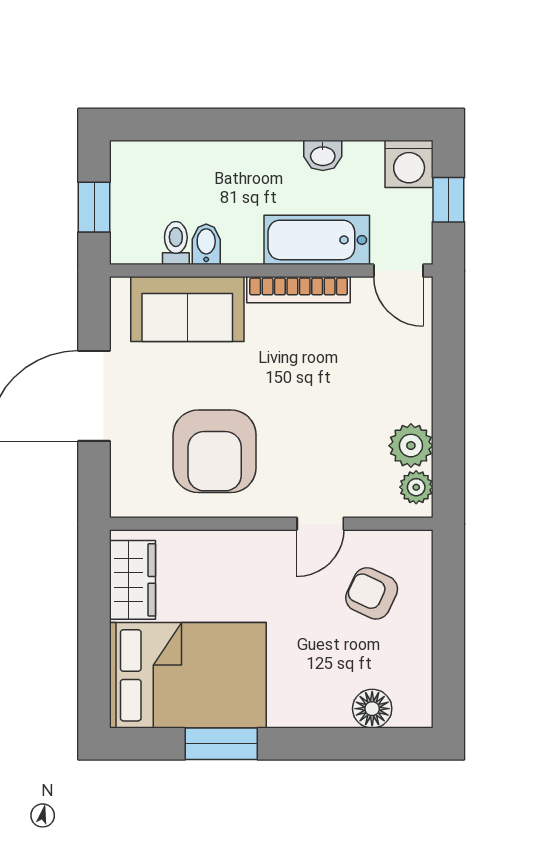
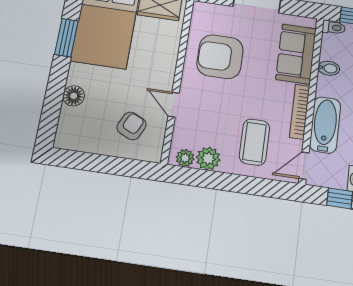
toilet: (176, 243) -> (334, 27), moved
coffee table: (368, 366) -> (254, 142), added
floor lamp: (372, 709) -> (74, 96), moved

